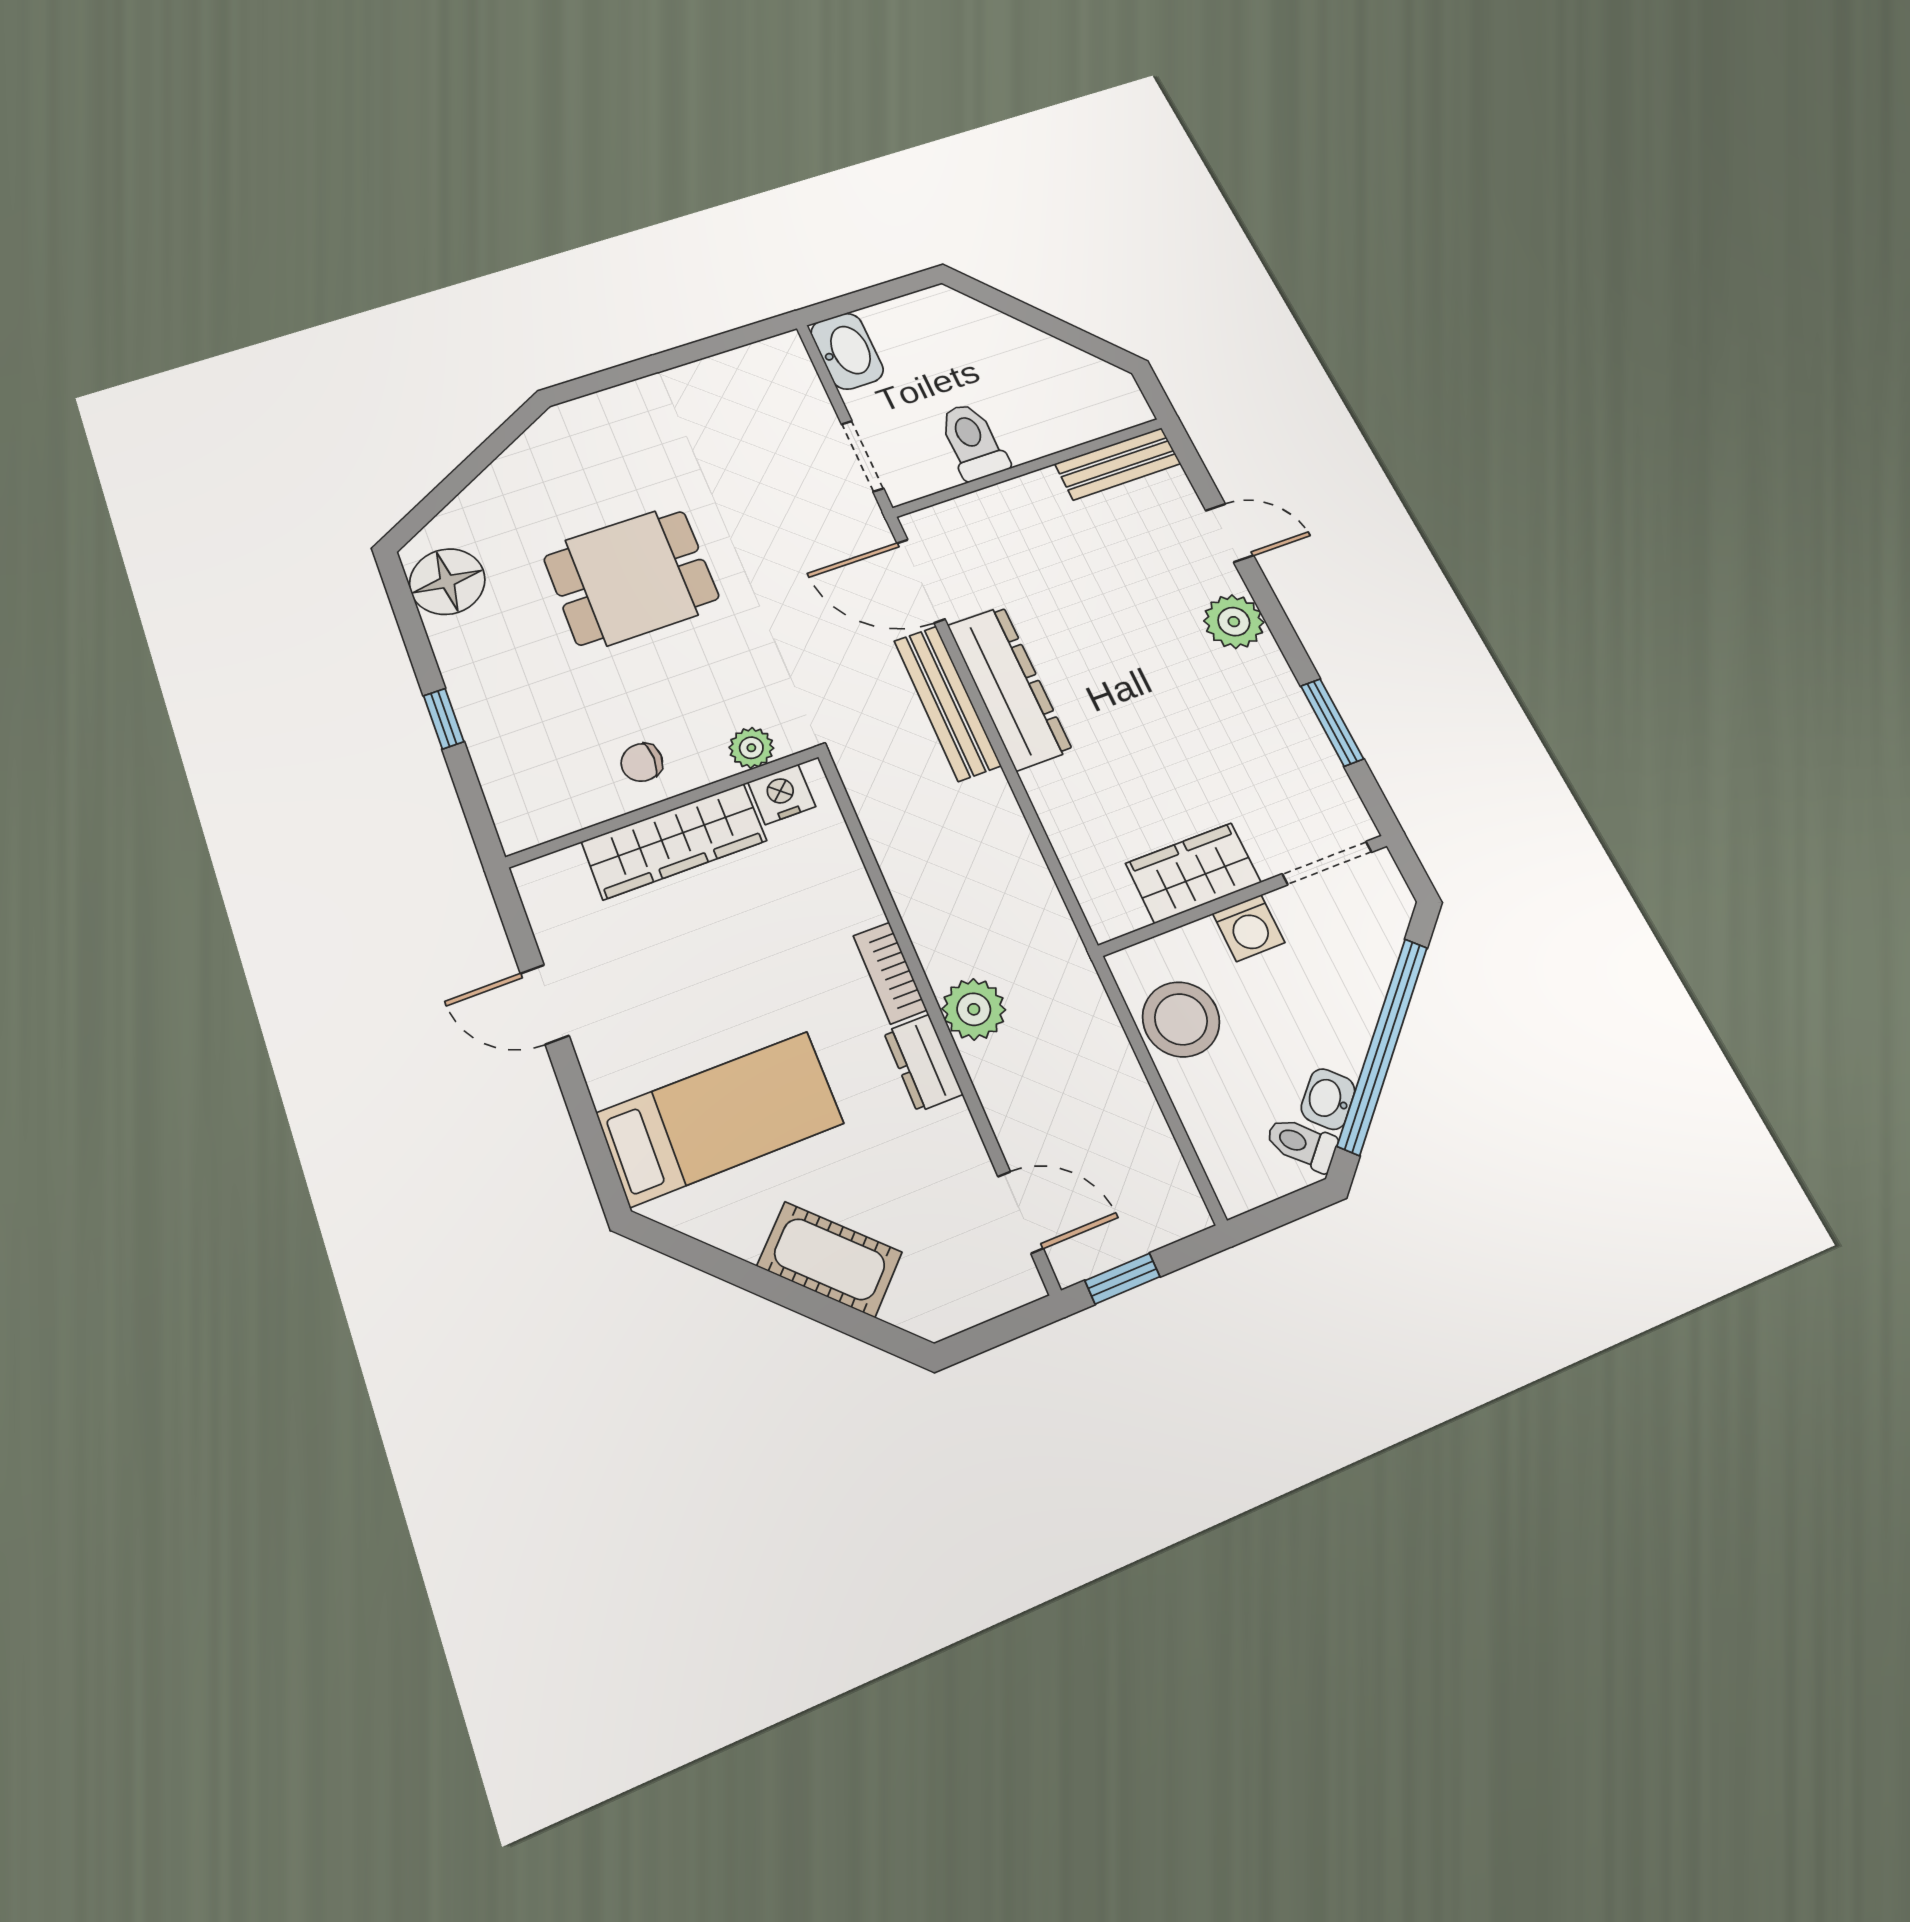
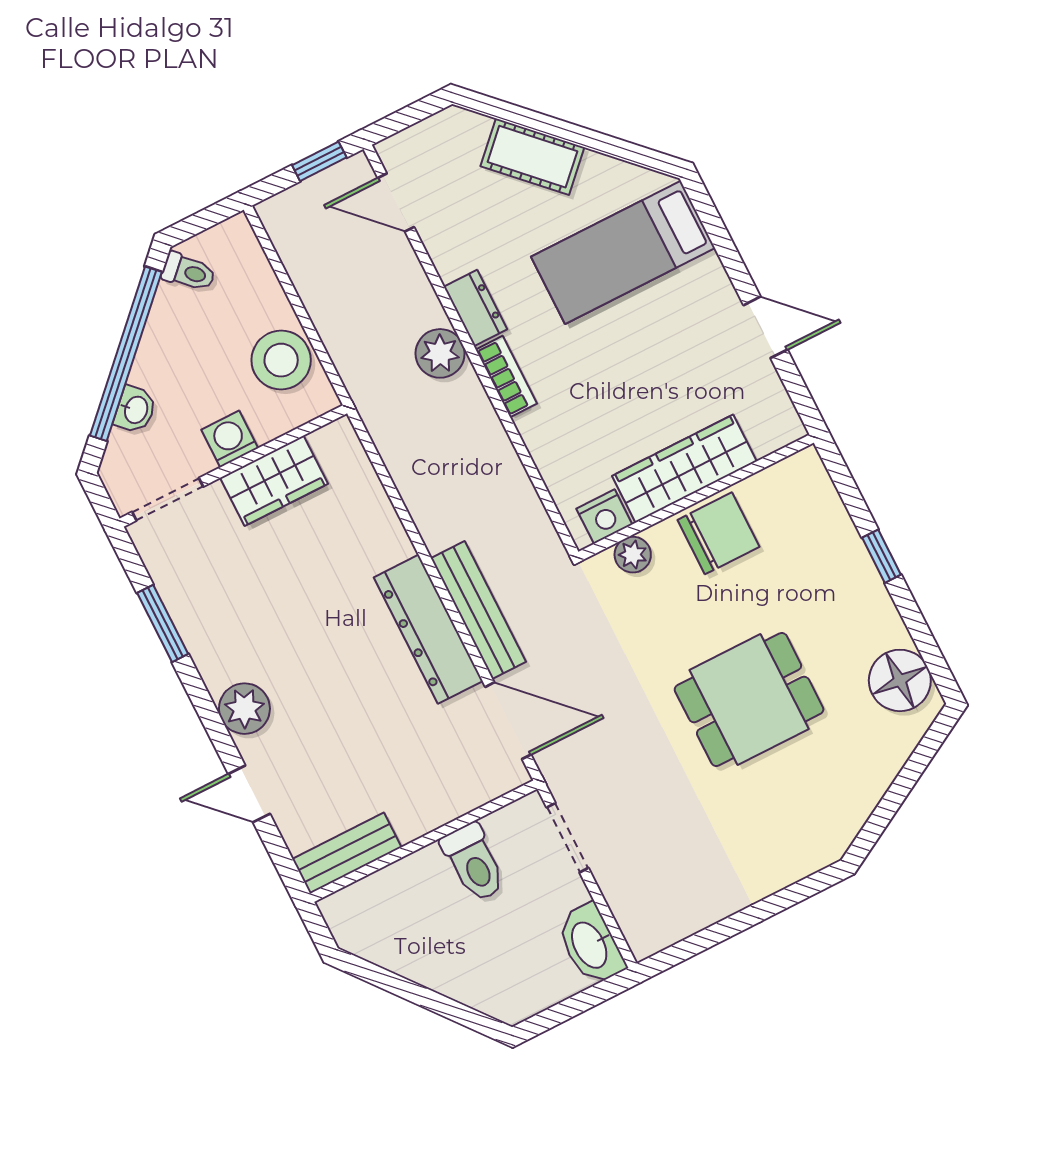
chair: (642, 762) -> (718, 533), width x1.87, depth x1.87
washbasin: (1328, 1099) -> (135, 410), moved

